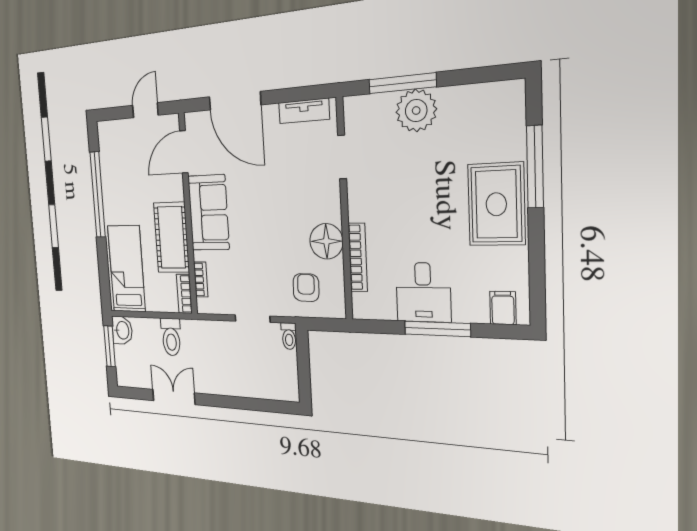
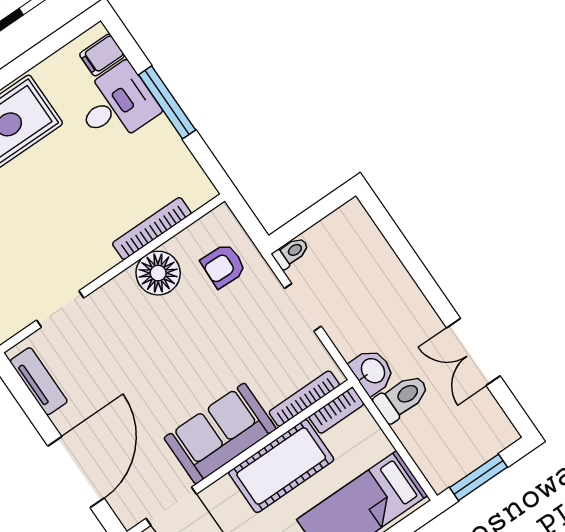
bookcase: (201, 279) -> (304, 399), width x1.56
desk: (423, 292) -> (117, 104), moved
washbasin: (122, 330) -> (372, 371), moved, turned 90

